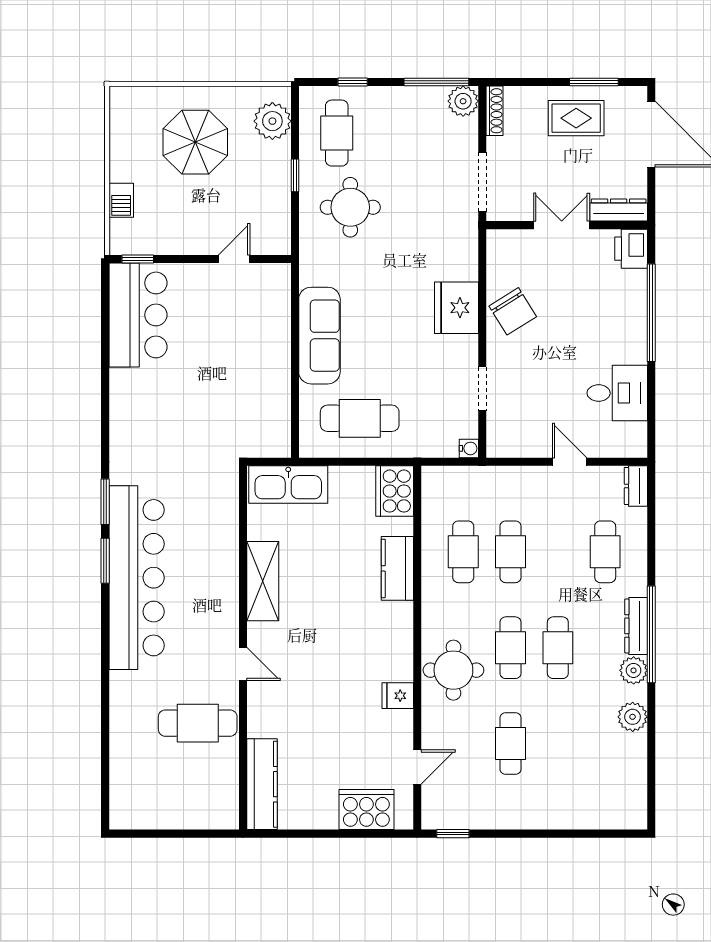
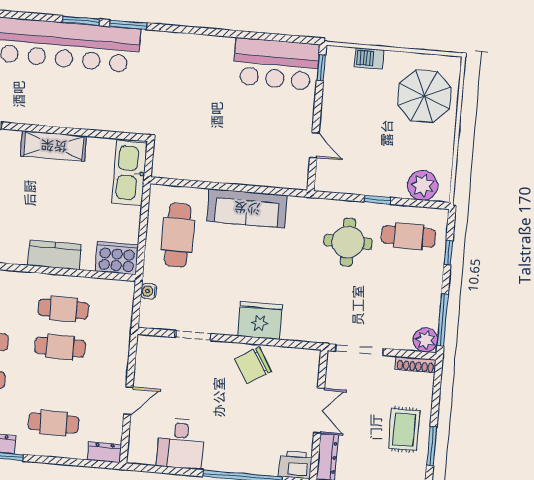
parasol: (195, 142) -> (424, 96), moved
water cooler: (469, 448) -> (149, 291), moved, turned 90

